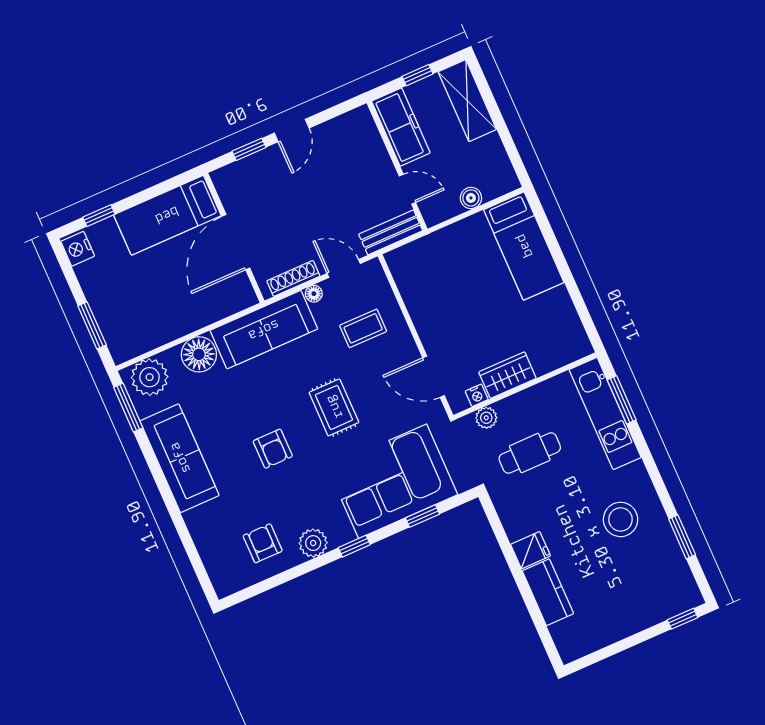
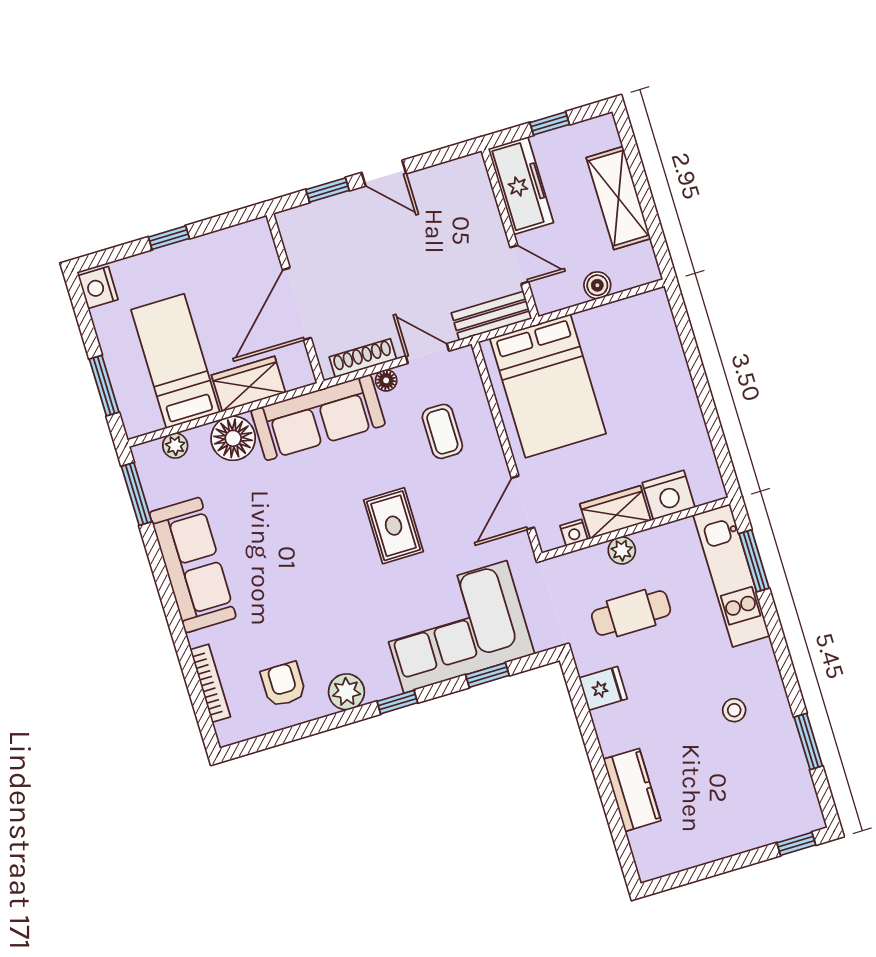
shelving: (467, 101) -> (618, 198), moved
door: (292, 131) -> (384, 173), hinge flipped
bed: (167, 215) -> (175, 361), moved, turned 90
window: (99, 216) -> (169, 238), moved
bed: (524, 246) -> (548, 386), moved, width x1.50
wardrobe: (206, 310) -> (248, 384), added
coffee table: (363, 328) -> (442, 431), turned 90
nightstand: (548, 356) -> (669, 495), added
plant: (150, 377) -> (175, 446), width x0.53, depth x0.53
door: (434, 377) -> (523, 503), hinge flipped
plant: (486, 418) -> (622, 550), moved
armchair: (273, 449) -> (311, 568), removed
stool: (621, 519) -> (734, 710), width x0.53, depth x0.53
bookcase: (205, 550) -> (210, 683), added
fridge: (531, 550) -> (603, 688), moved

